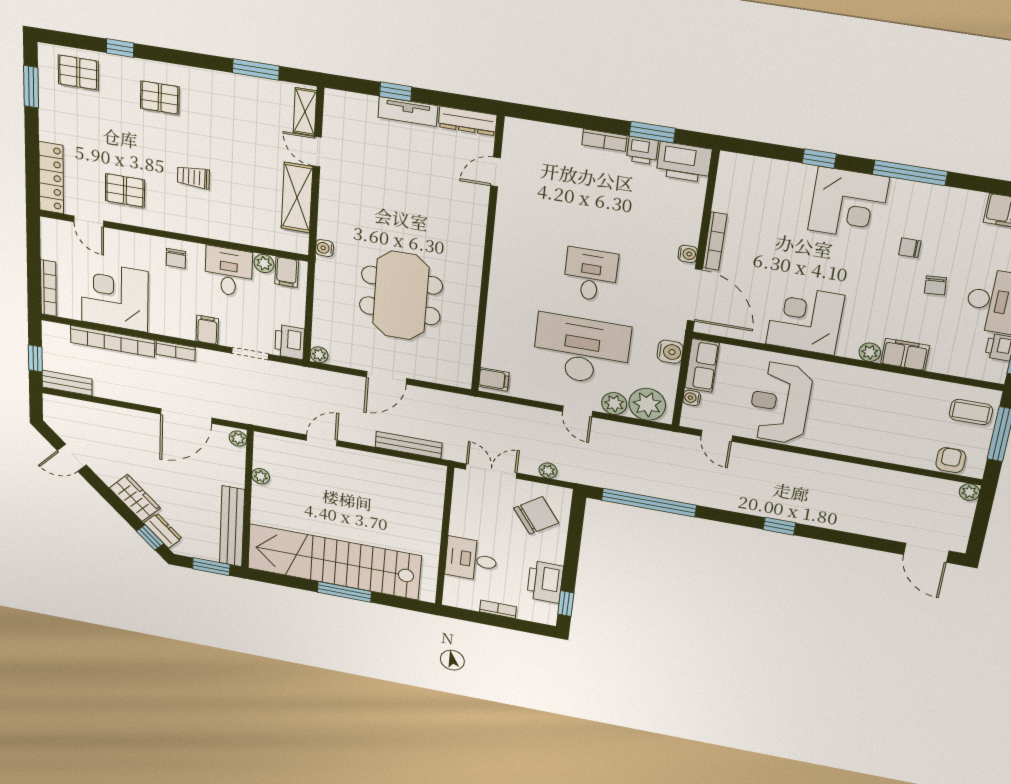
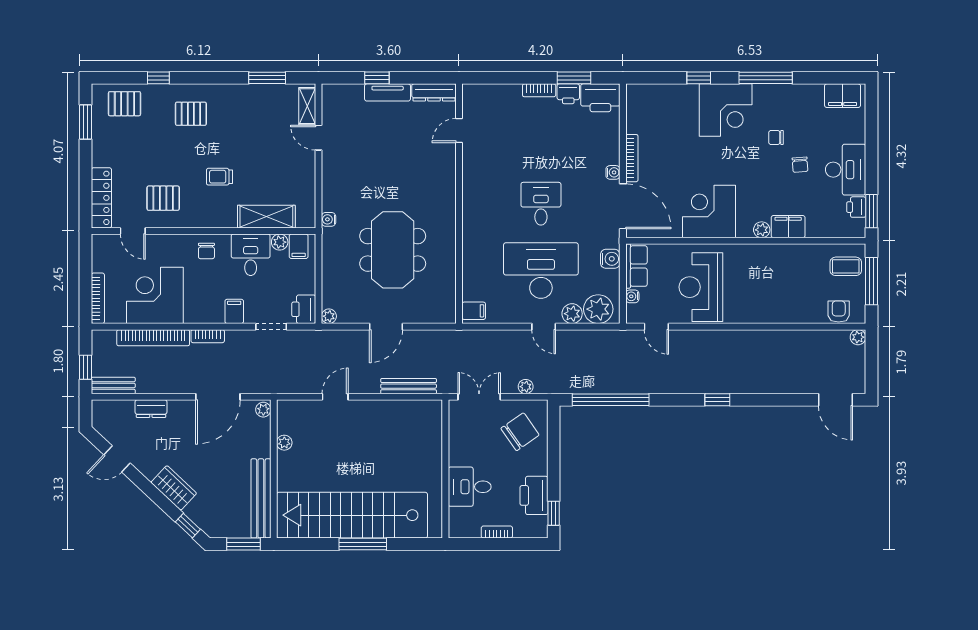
shelving: (297, 198) -> (266, 217), moved, turned 90
dresser: (163, 531) -> (151, 409), moved, turned 137

